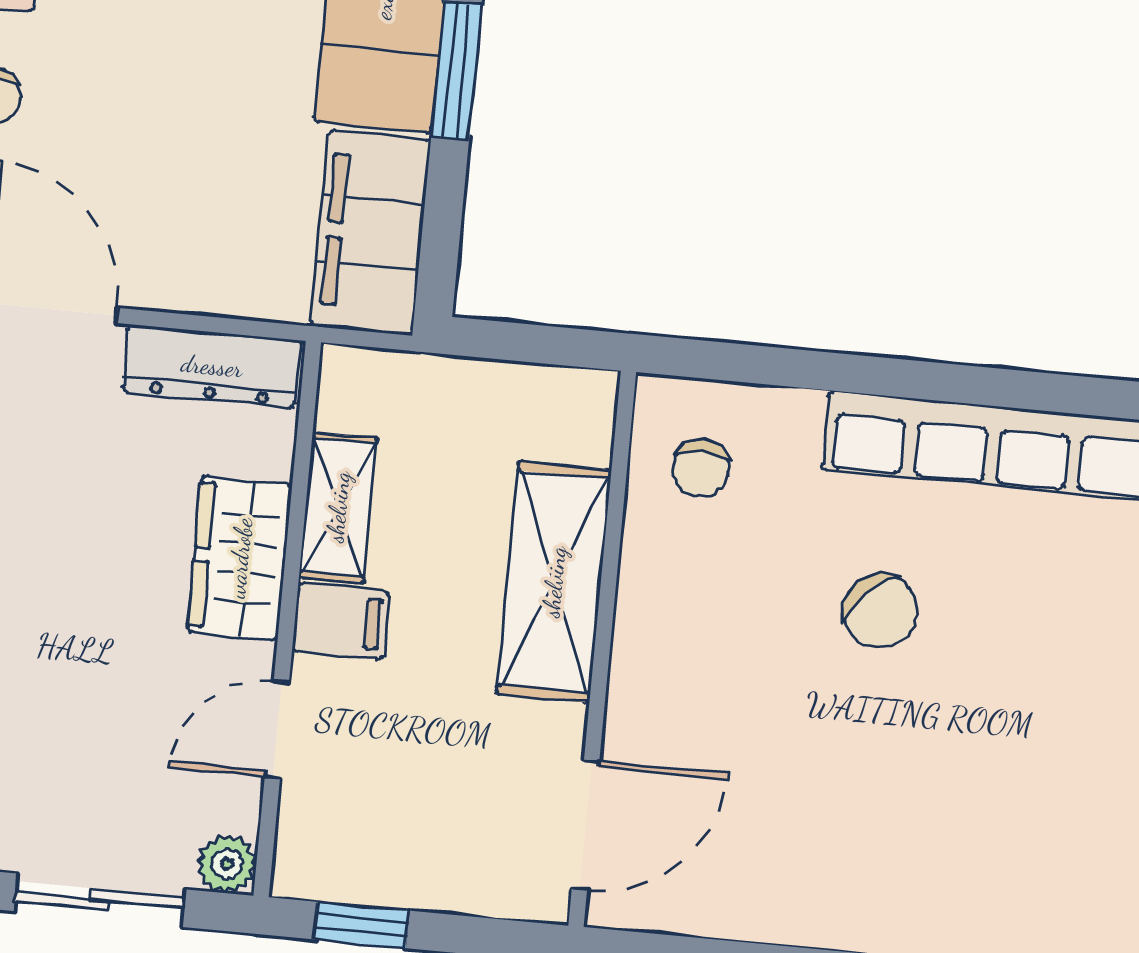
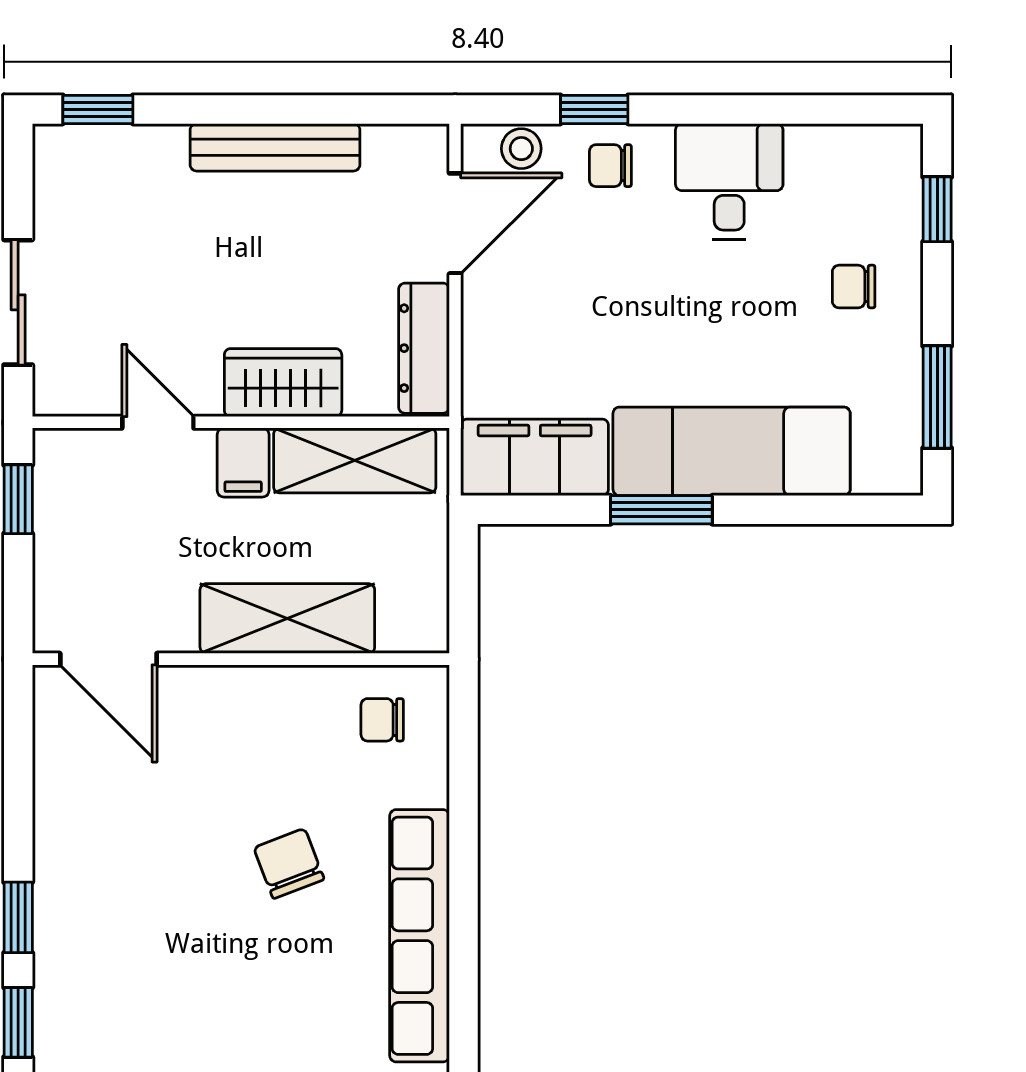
shelving: (338, 507) -> (355, 460), width x1.50, depth x1.33
chair: (880, 611) -> (289, 864), turned 113
plant: (227, 864) -> (54, 395), removed

